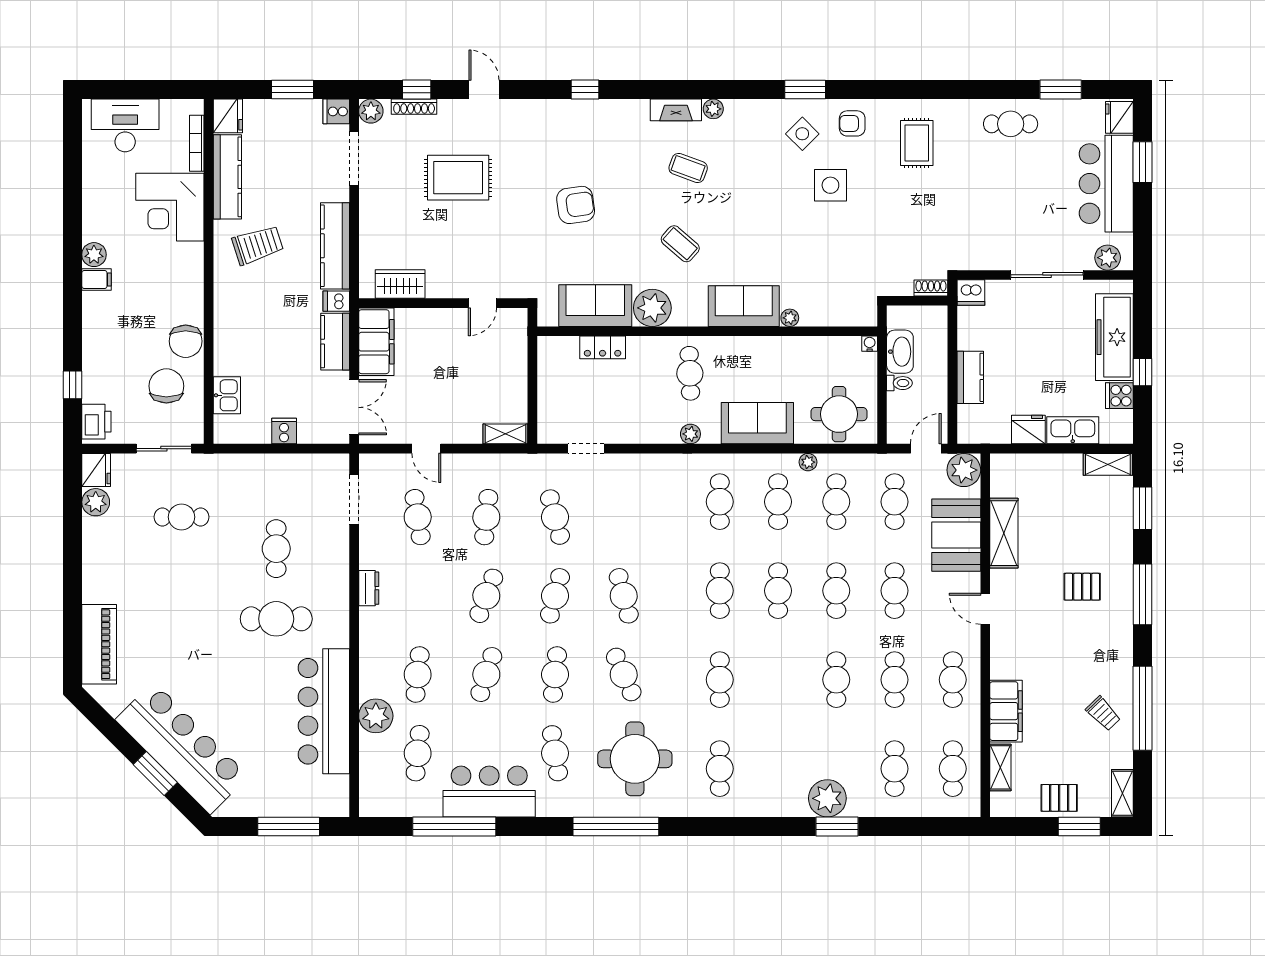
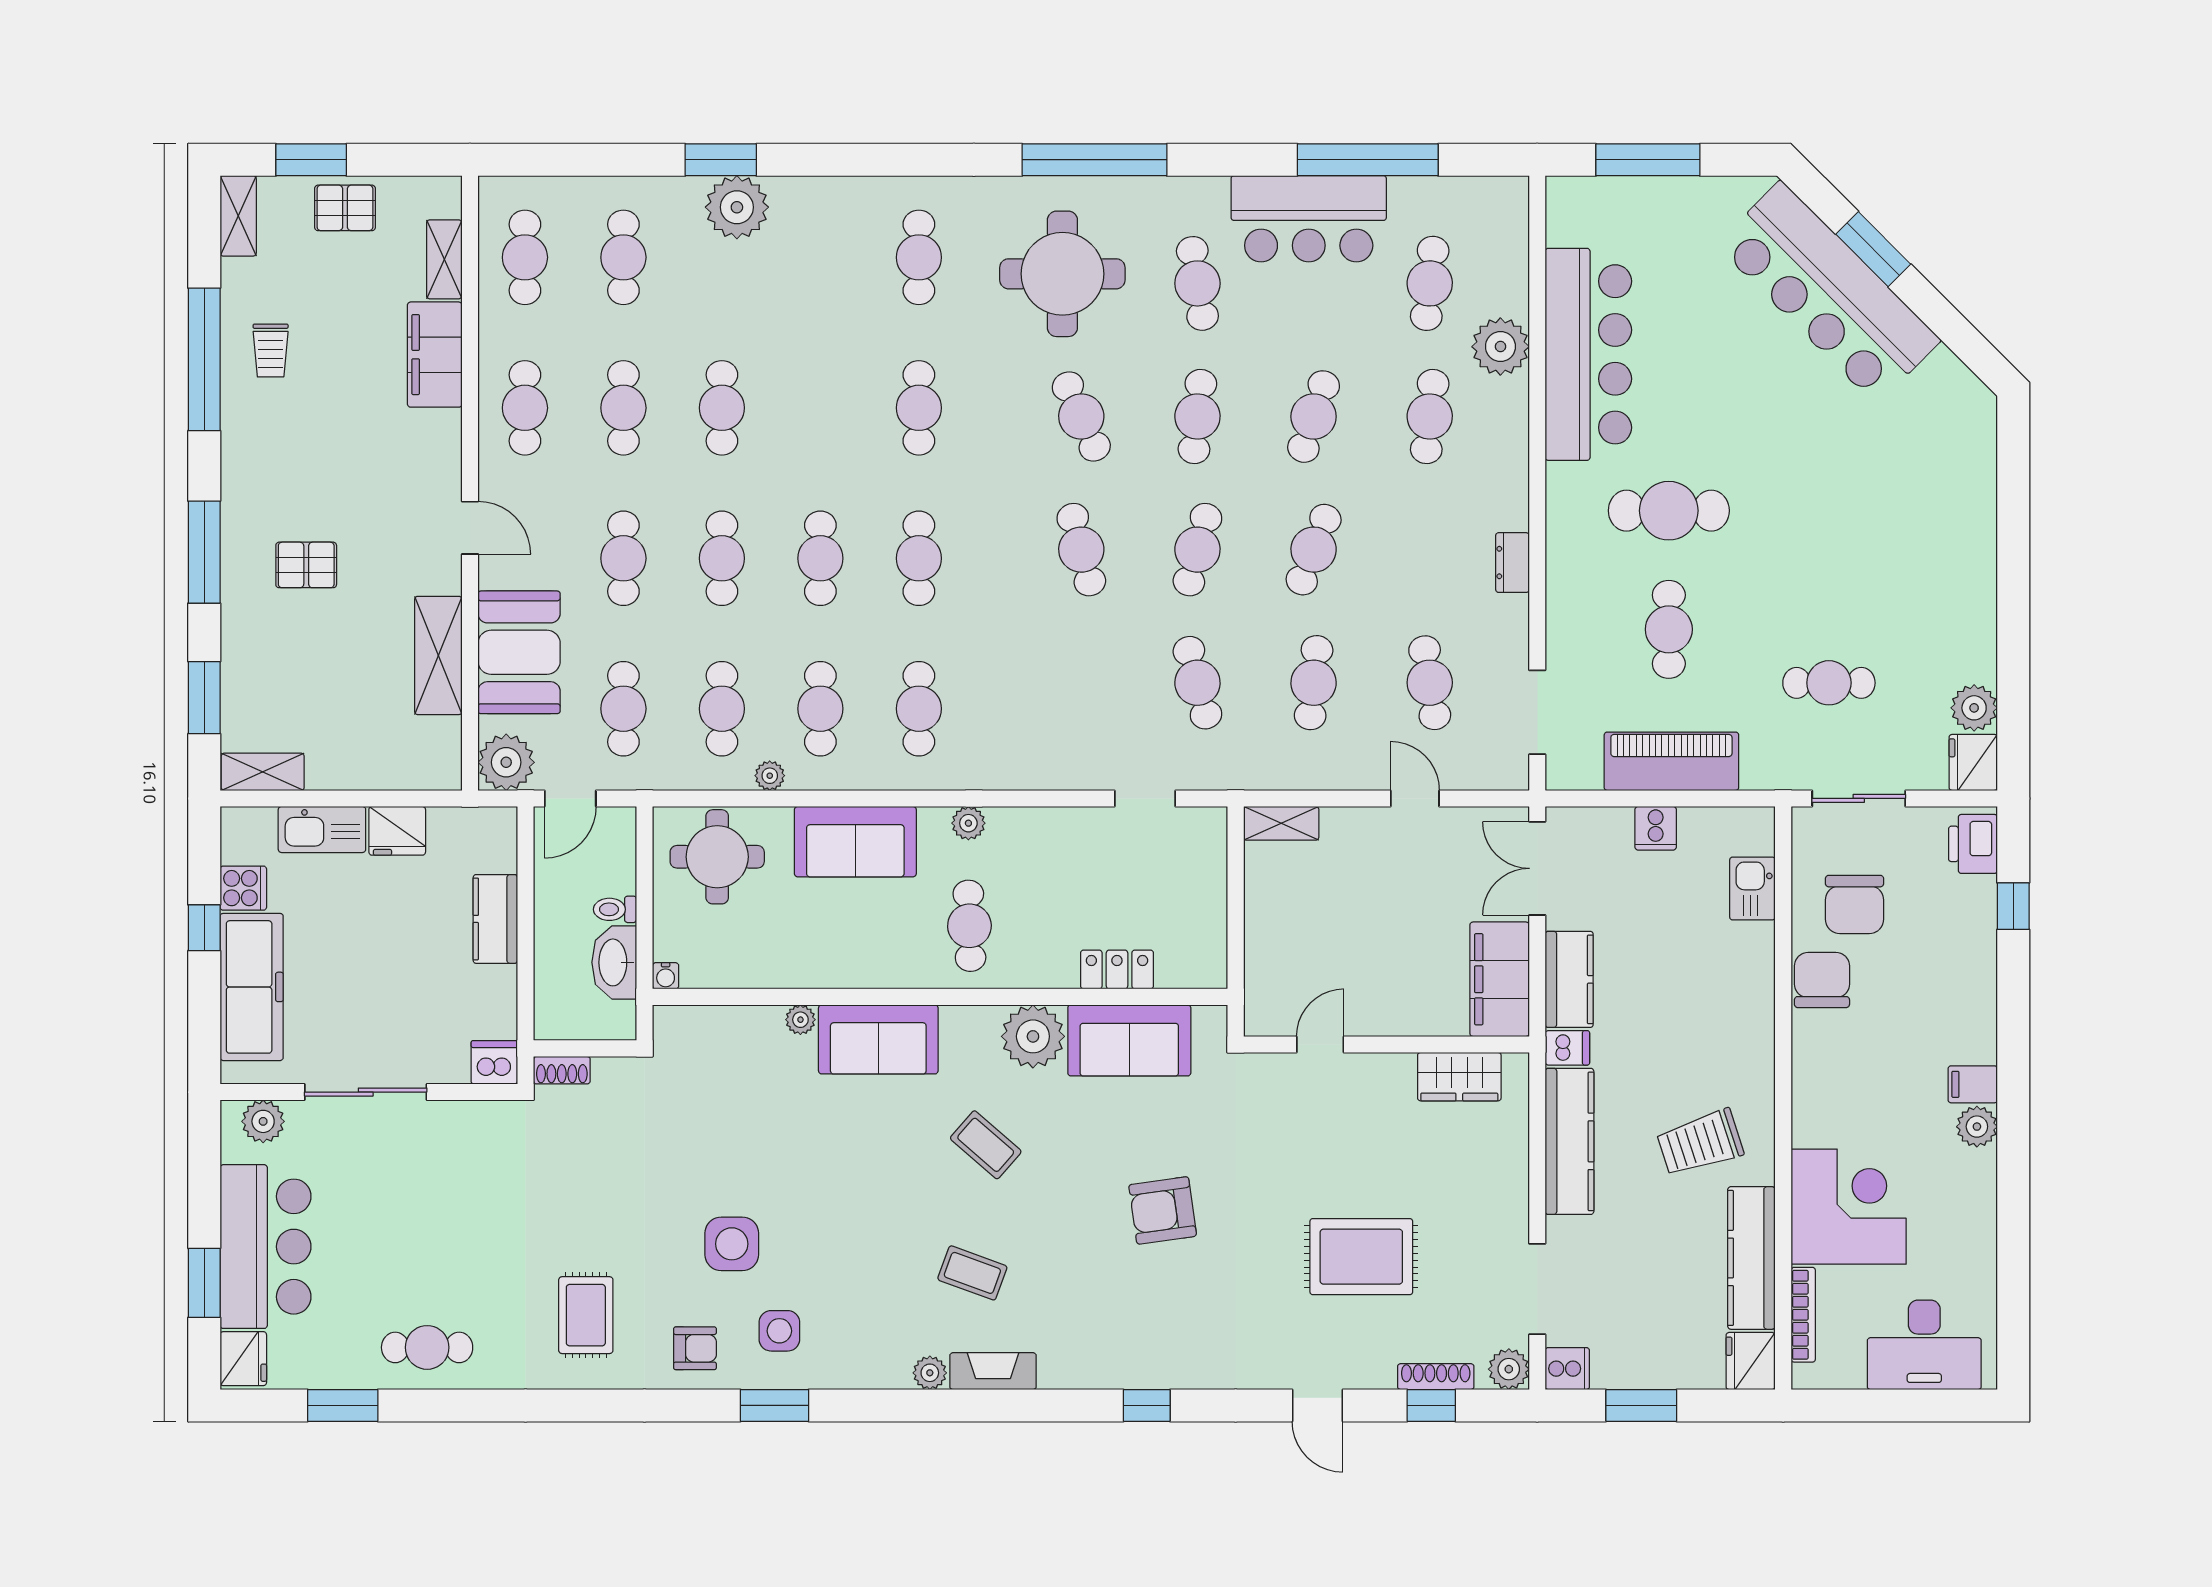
side table: (802, 134) -> (779, 1331), turned 45
piano: (99, 644) -> (1671, 761), moved, turned 90
trolley: (1103, 714) -> (271, 350), turned -136

